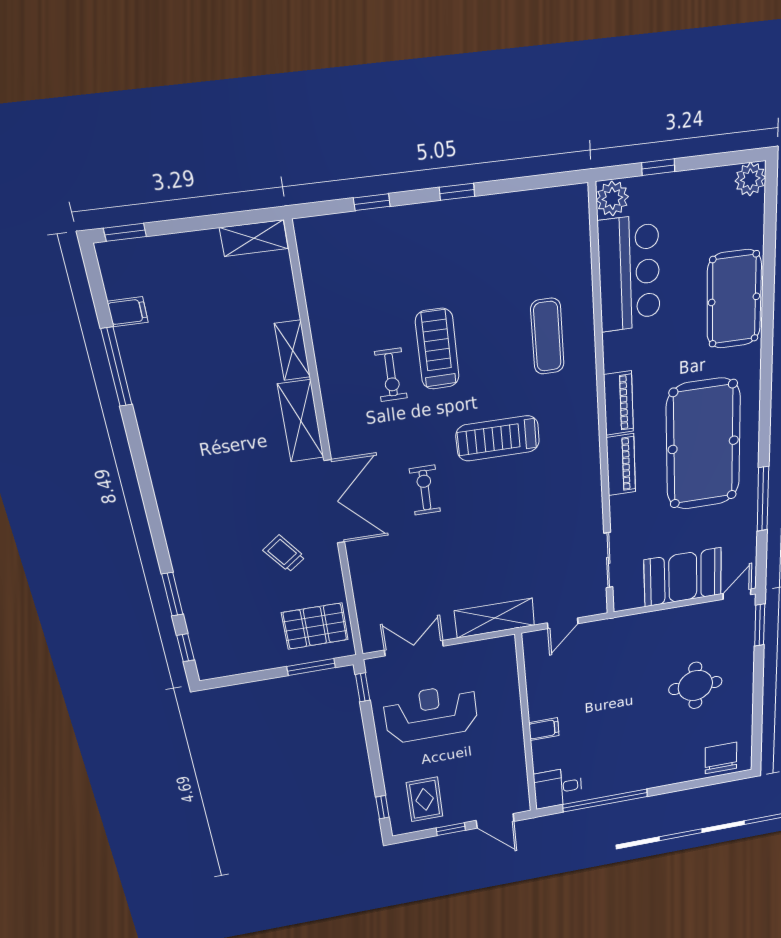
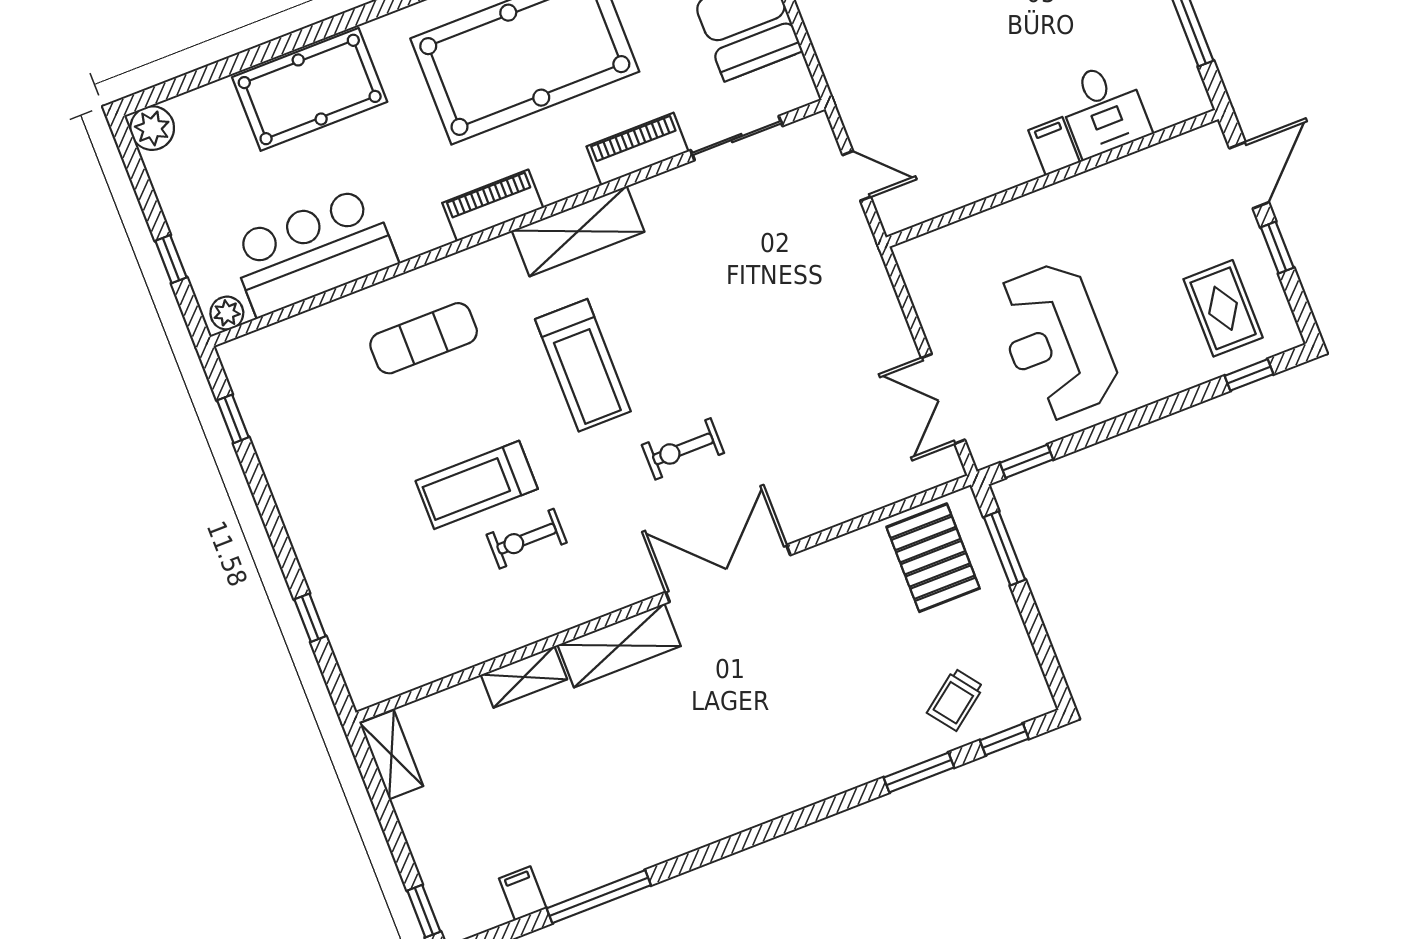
window: (457, 192) -> (233, 419), moved
plant: (612, 198) -> (227, 313), width x0.73, depth x0.73
exercise bike: (391, 375) -> (527, 539), turned 180
piano: (621, 465) -> (637, 149), moved
trolley: (284, 554) -> (955, 700), moved
shelving: (495, 618) -> (578, 231), moved, turned 90
desk: (558, 788) -> (1104, 109), moved
rug: (425, 799) -> (1223, 308), turned 90

